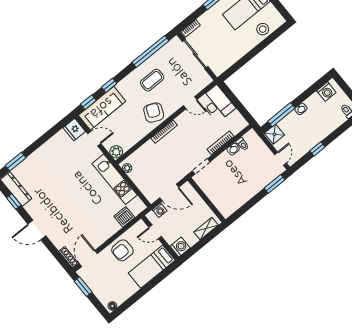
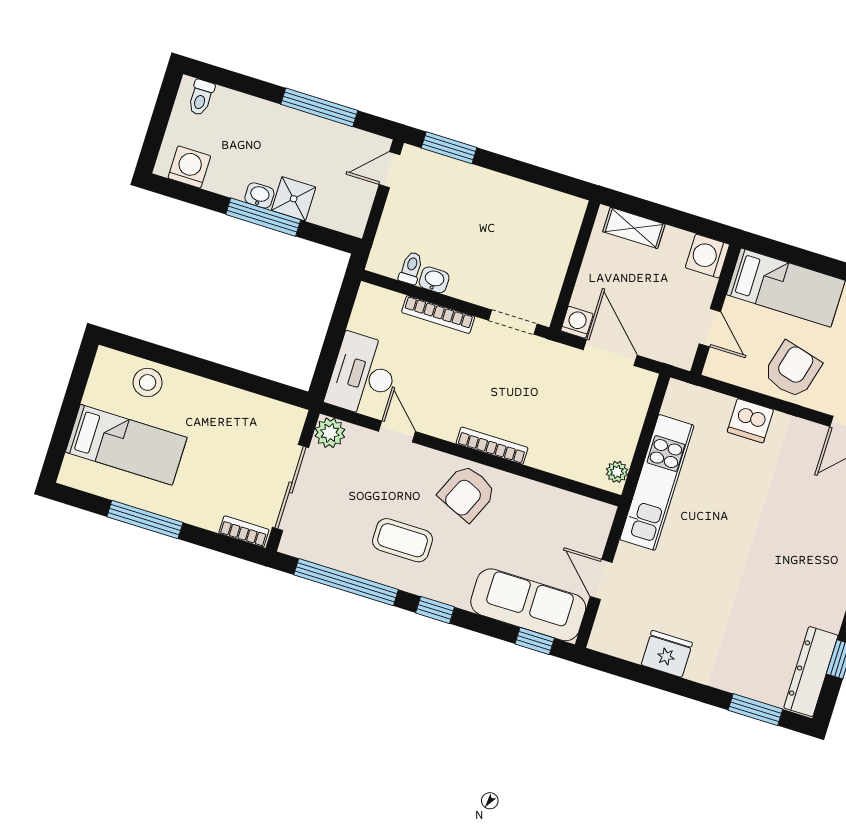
window: (109, 85) -> (435, 610), moved
window: (281, 115) -> (263, 217), moved
fridge: (74, 130) -> (667, 654), moved, turned -90
shower: (274, 134) -> (294, 199), moved
window: (317, 149) -> (319, 107), width x2.17
plant: (116, 152) -> (330, 433), moved
washing machine: (160, 210) -> (577, 322), moved
dishwasher: (124, 217) -> (750, 421), moved
armchair: (122, 250) -> (792, 370), turned -75

